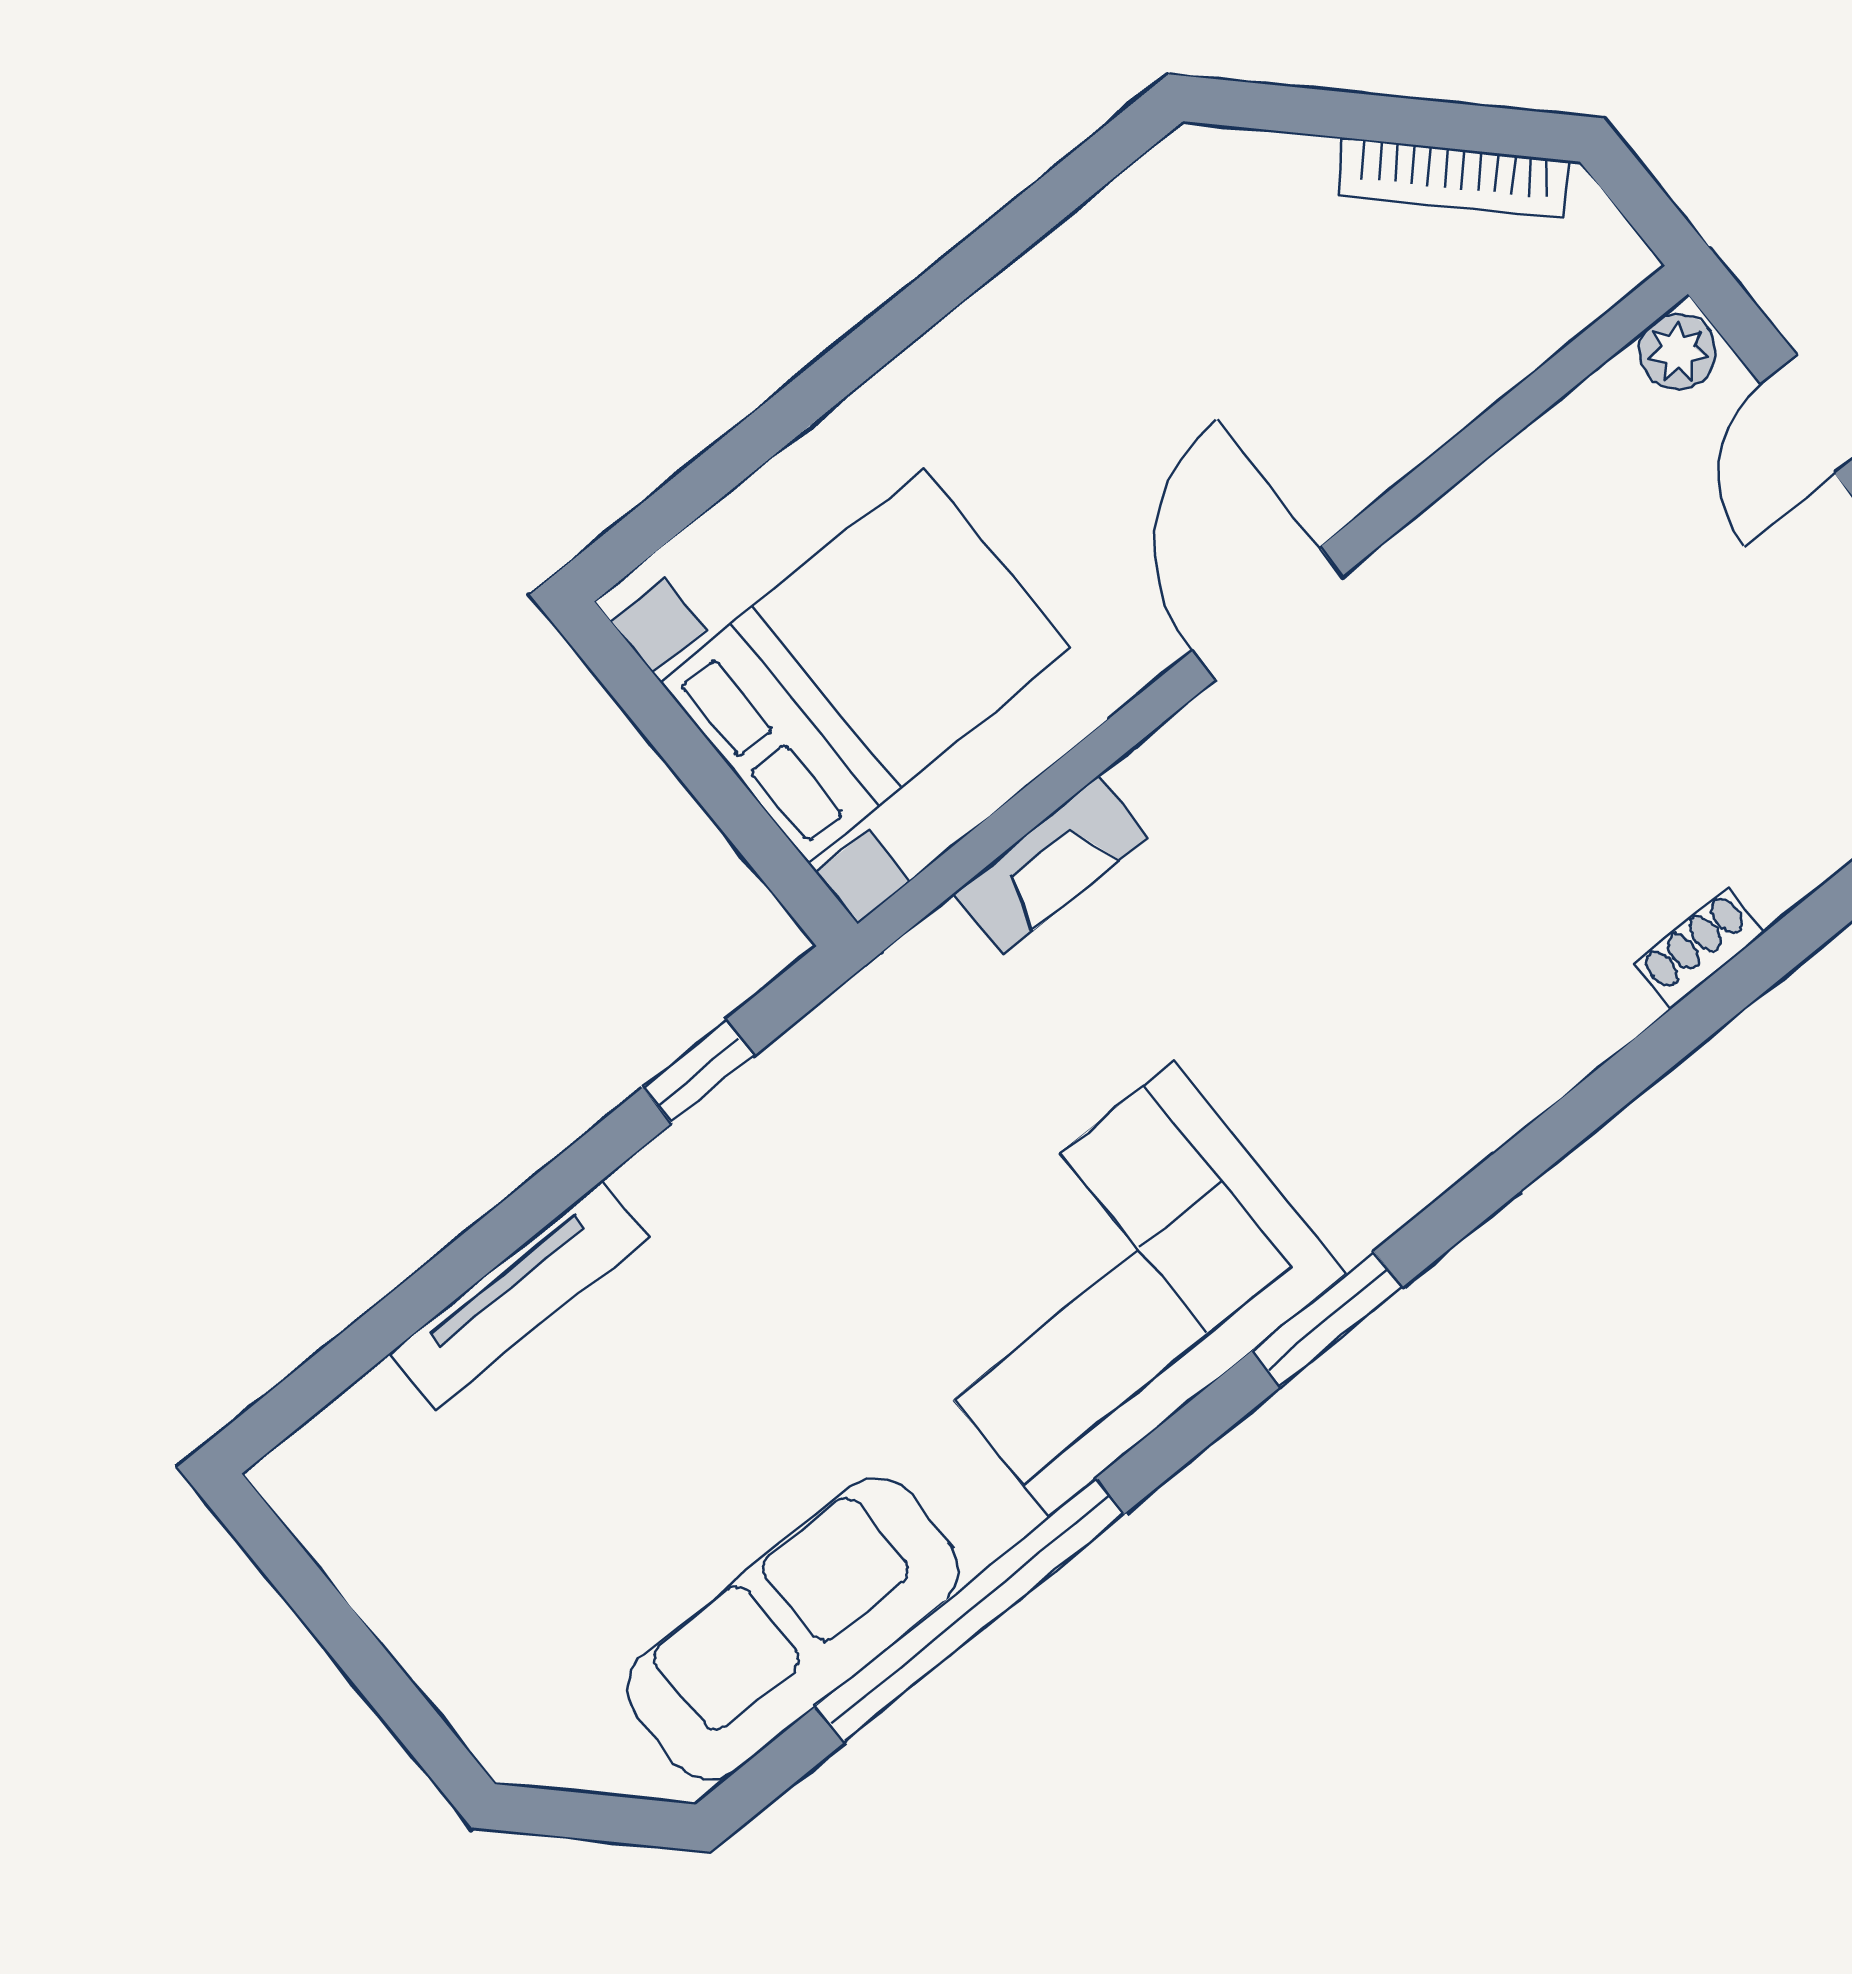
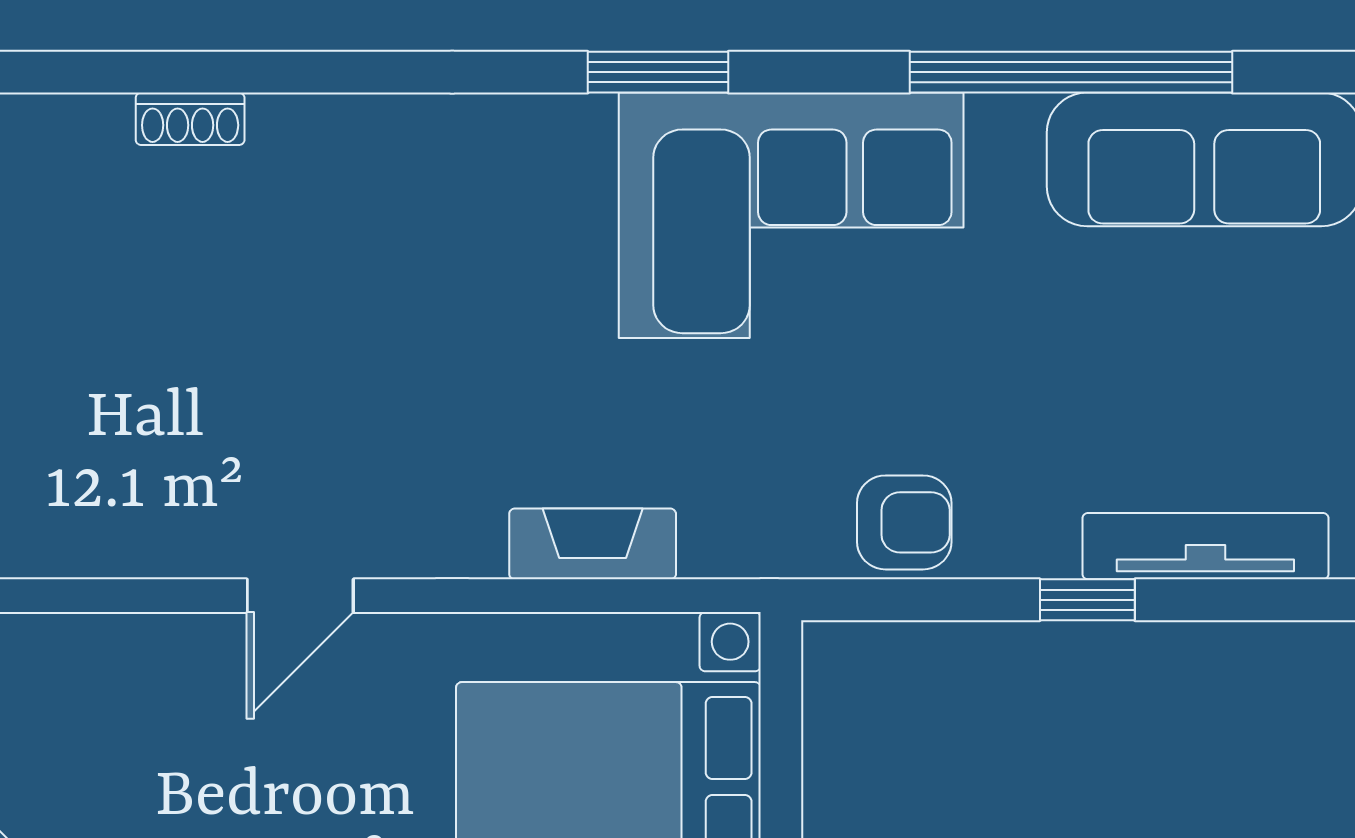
door: (1267, 614) -> (300, 596), width x0.73
window: (698, 1072) -> (1087, 600), moved
armchair: (796, 1103) -> (904, 522), added

